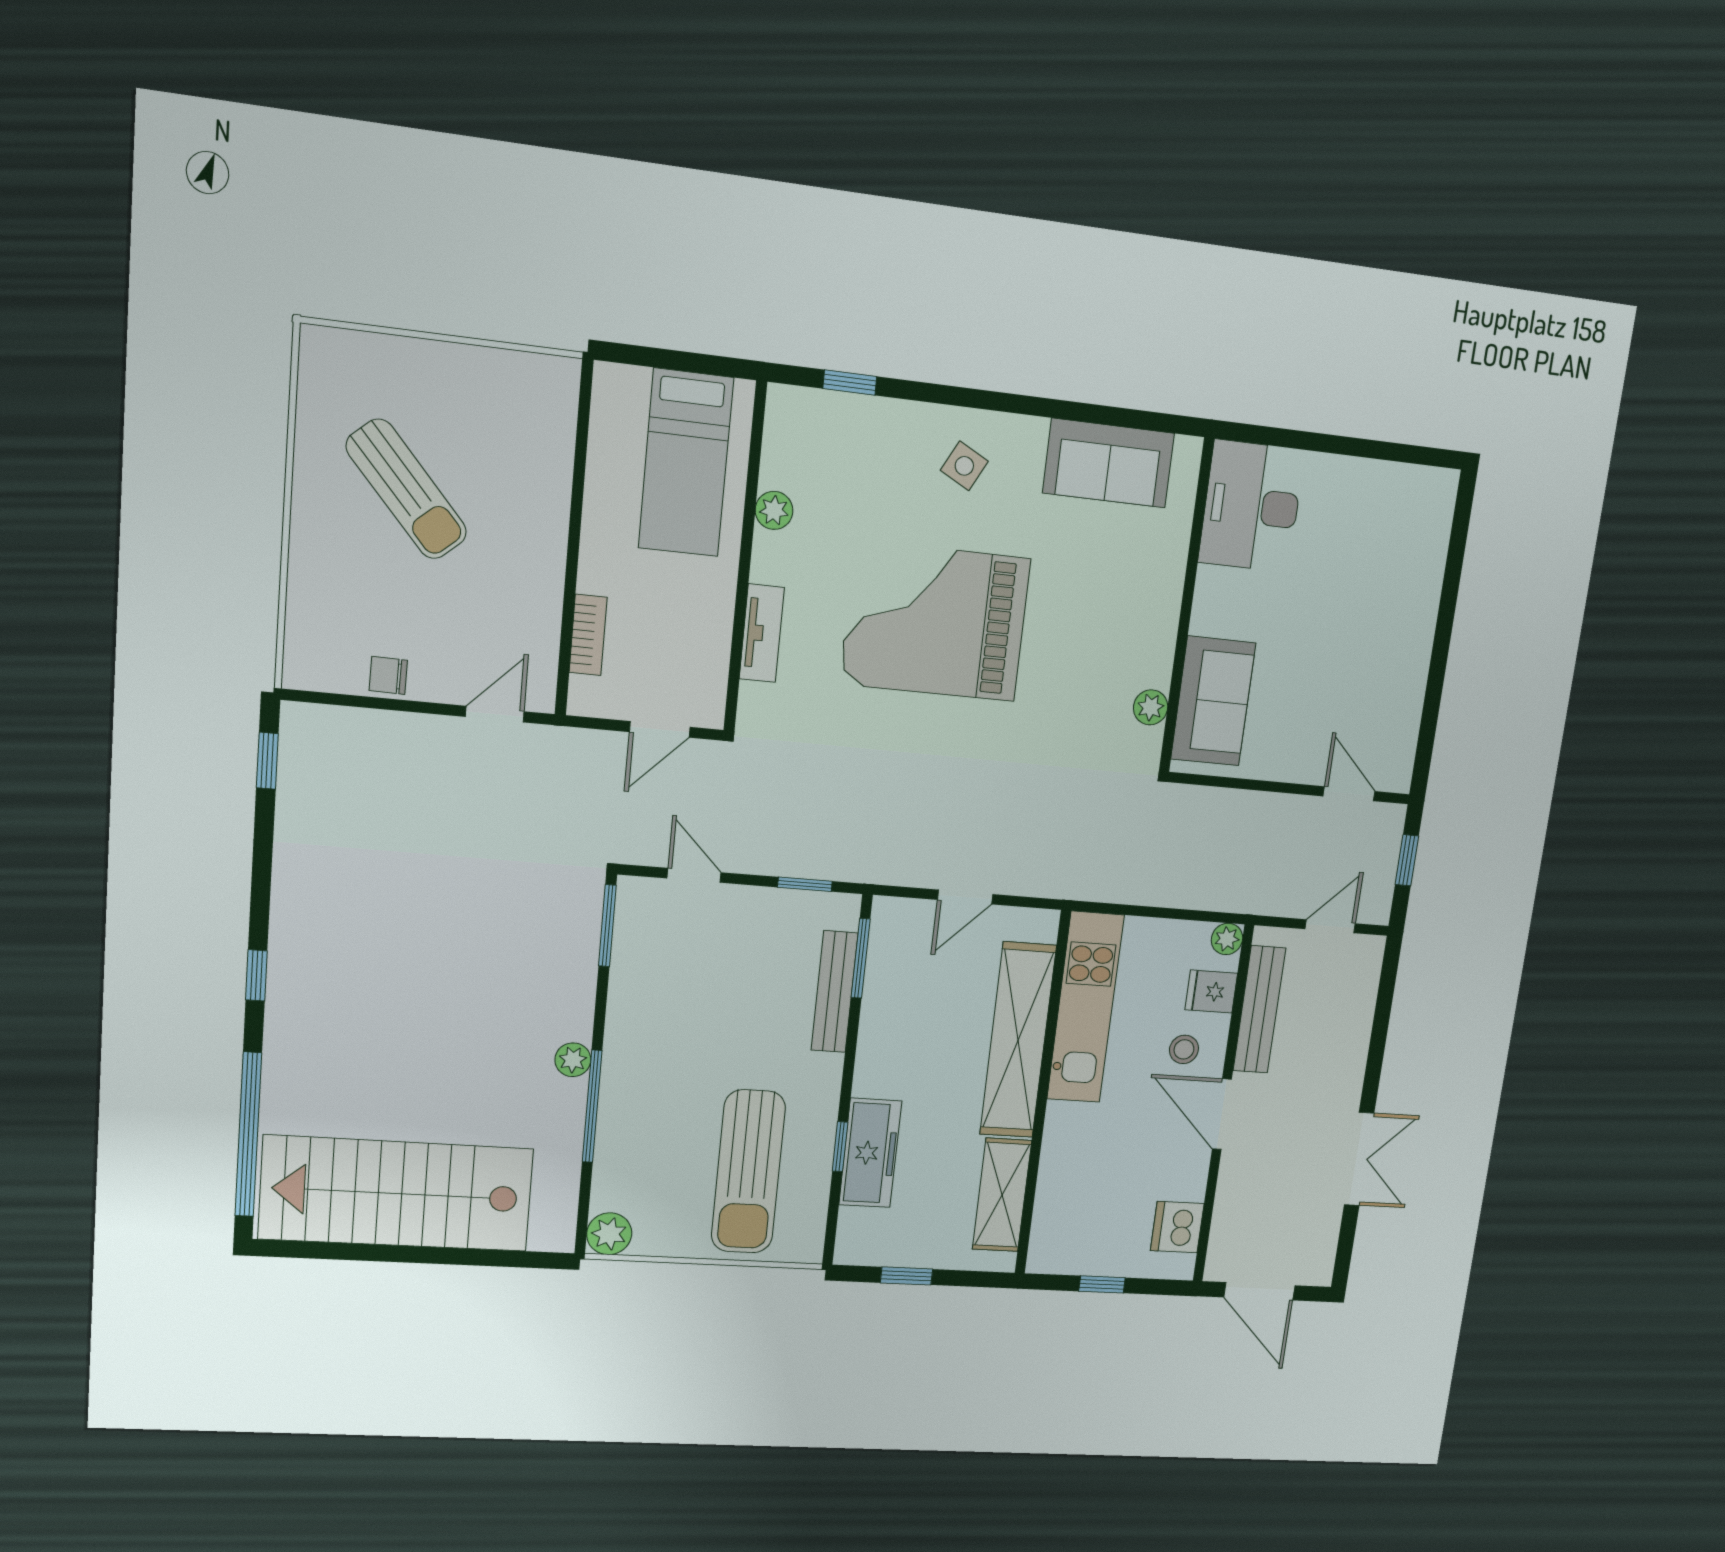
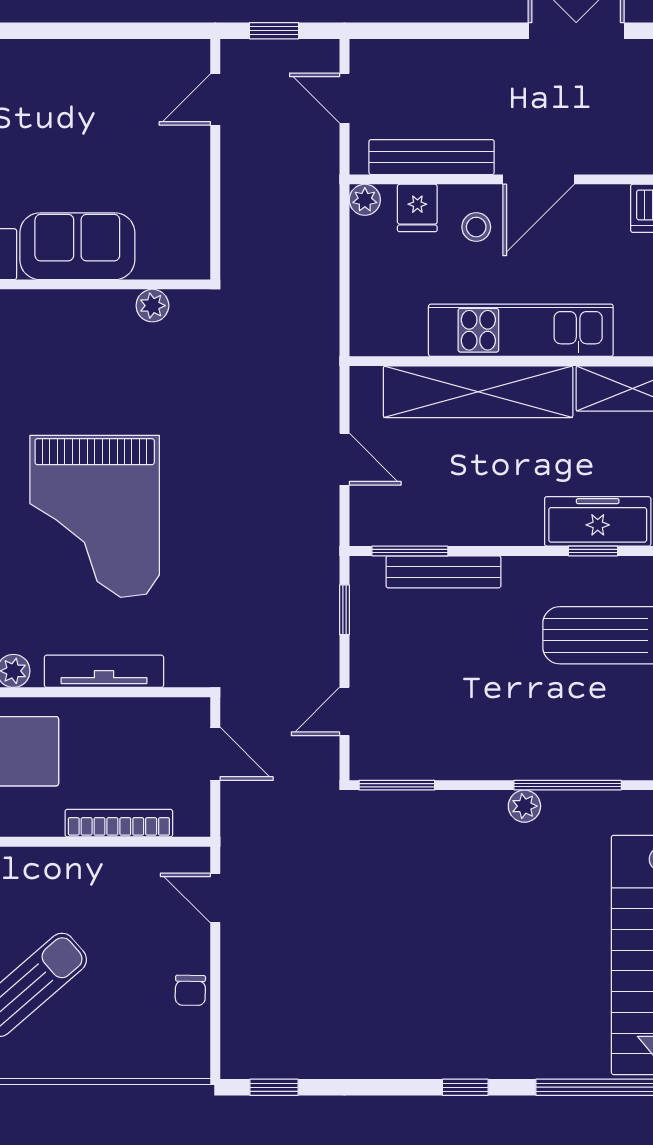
tv unit: (762, 633) -> (104, 671), width x1.41
bookcase: (588, 635) -> (119, 823), width x1.56
sofa: (1213, 701) -> (77, 246), moved
kitchen unit: (1085, 1007) -> (521, 330), moved

